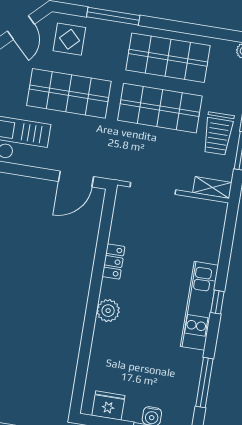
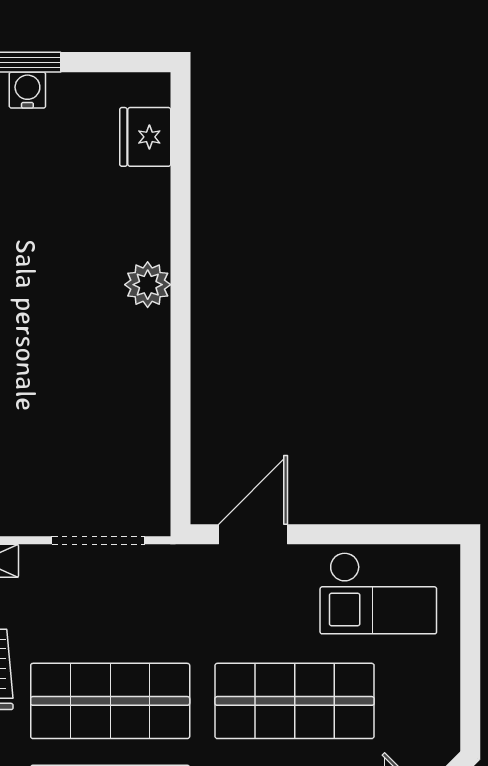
locker: (113, 262) -> (153, 383), removed
fridge: (108, 405) -> (145, 137), moved, turned 90

